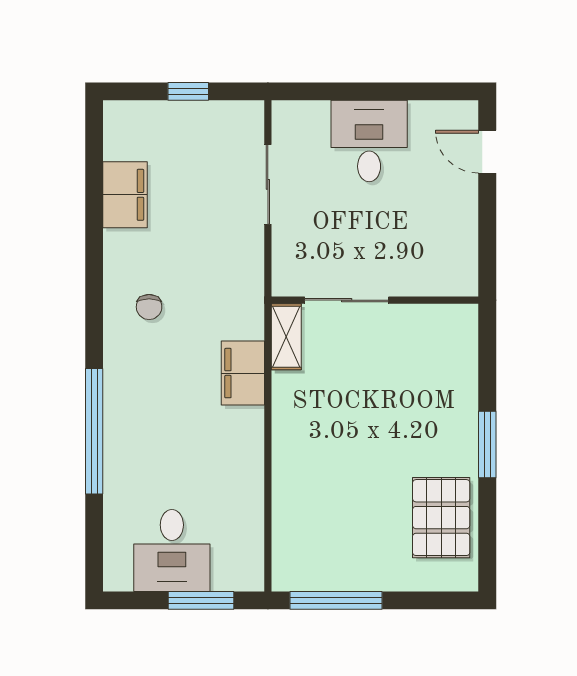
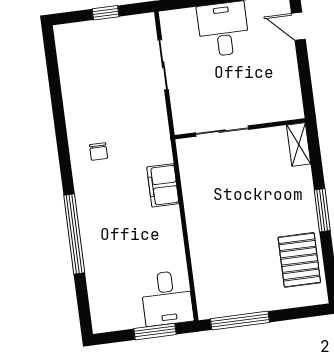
filing cabinet: (125, 195) -> (74, 83), removed
shelving: (286, 337) -> (299, 145), moved
desk: (172, 550) -> (167, 298), moved

